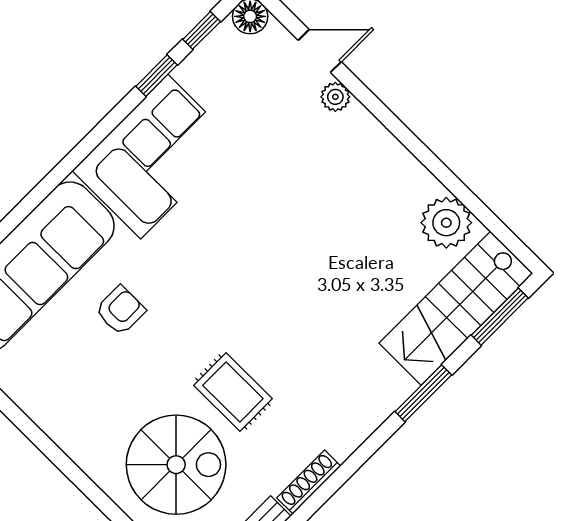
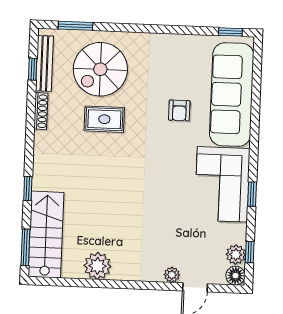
plant: (223, 44) -> (236, 255), added
window: (157, 76) -> (252, 194), moved
plant: (446, 223) -> (97, 266), moved
window: (423, 393) -> (28, 189), width x0.67

